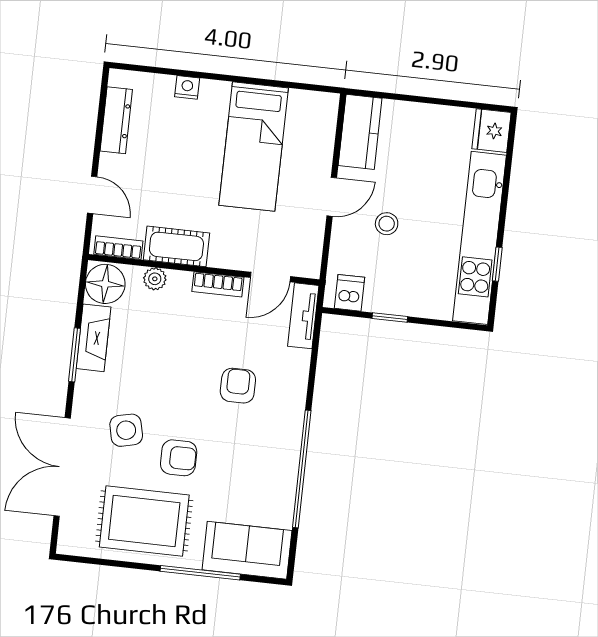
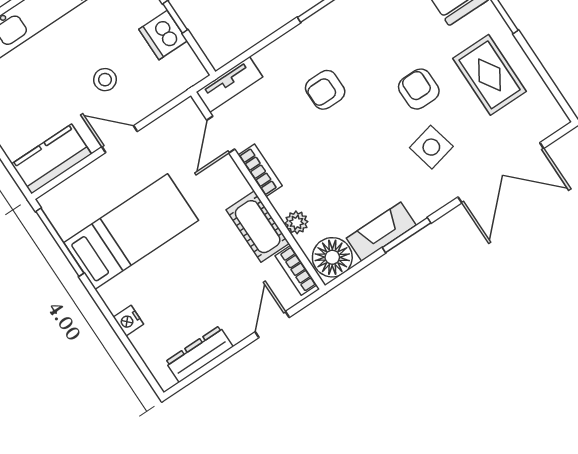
window: (291, 85) -> (60, 242), added
door: (270, 277) -> (221, 135), swing flipped
dishwasher: (349, 293) -> (163, 35), moved, width x1.38
rug: (144, 521) -> (490, 75), width x0.73, depth x0.70

